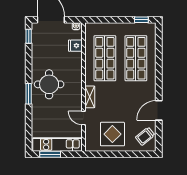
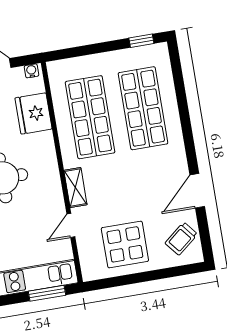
fridge: (75, 46) -> (34, 113), width x1.88, depth x1.34
door: (83, 118) -> (71, 225), hinge flipped
window: (50, 154) -> (47, 293), moved

